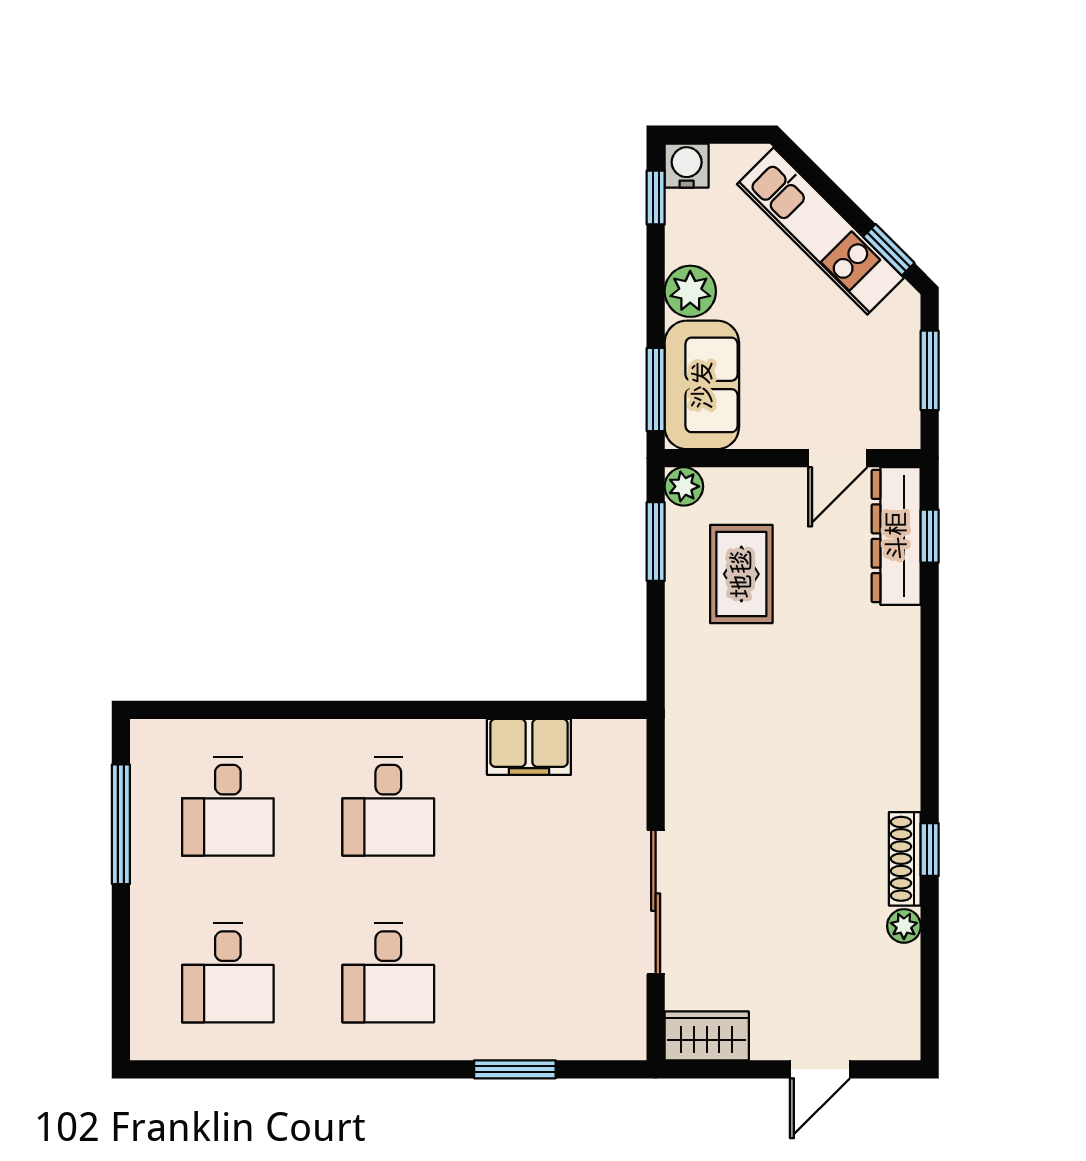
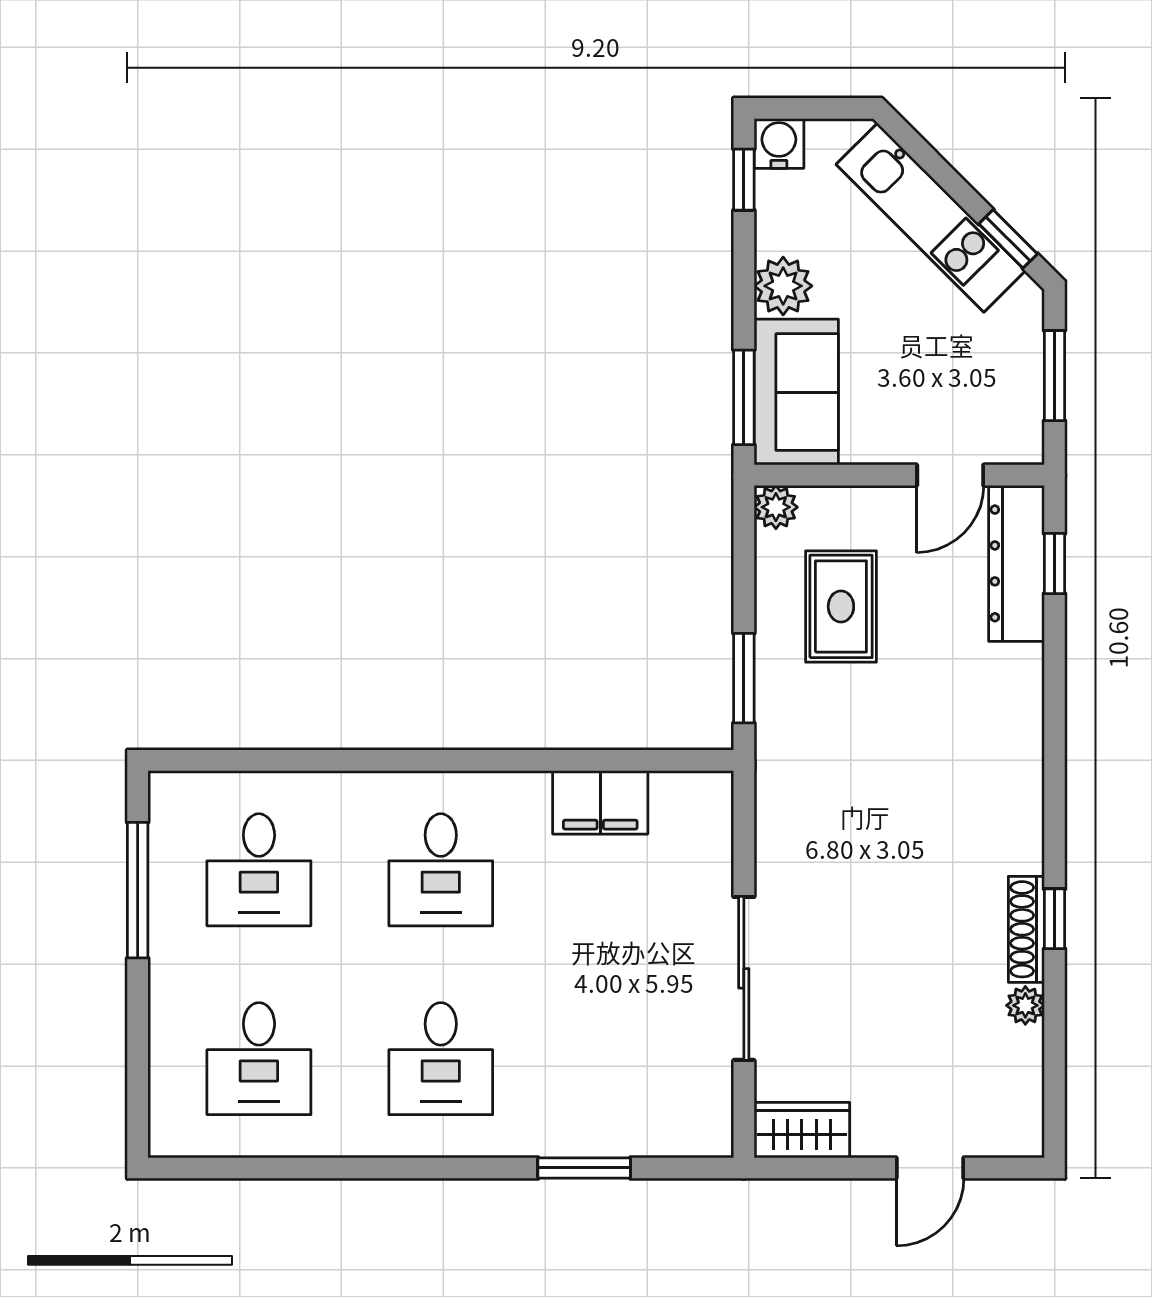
window: (656, 542) -> (744, 678), moved

